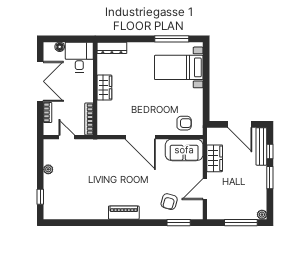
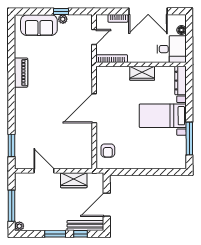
bed with nightstands: (179, 67) -> (163, 116), moved, turned -90
sofa: (184, 150) -> (39, 25), moved, turned -90
window: (40, 197) -> (61, 11), moved
armchair: (169, 202) -> (32, 136), removed
piano: (124, 213) -> (21, 73), moved

